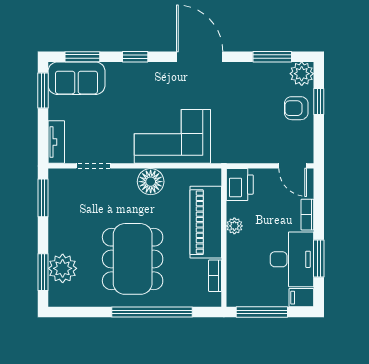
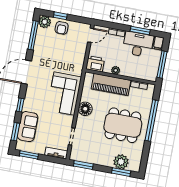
window: (272, 57) -> (33, 35), width x1.44
sofa: (76, 78) -> (28, 127), moved

